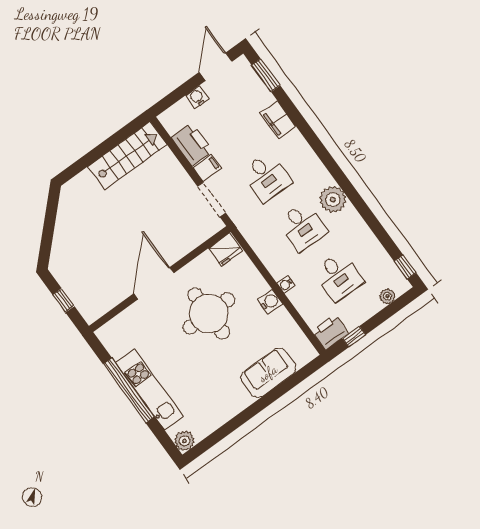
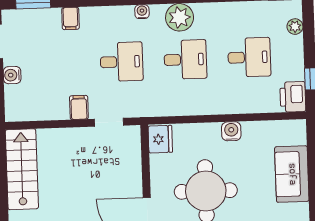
filing cabinet: (278, 120) -> (70, 18), width x0.50
printer: (192, 144) -> (50, 107), removed
doorway: (212, 200) -> (109, 122), width x0.73
water cooler: (286, 284) -> (142, 12), moved, turned 180

